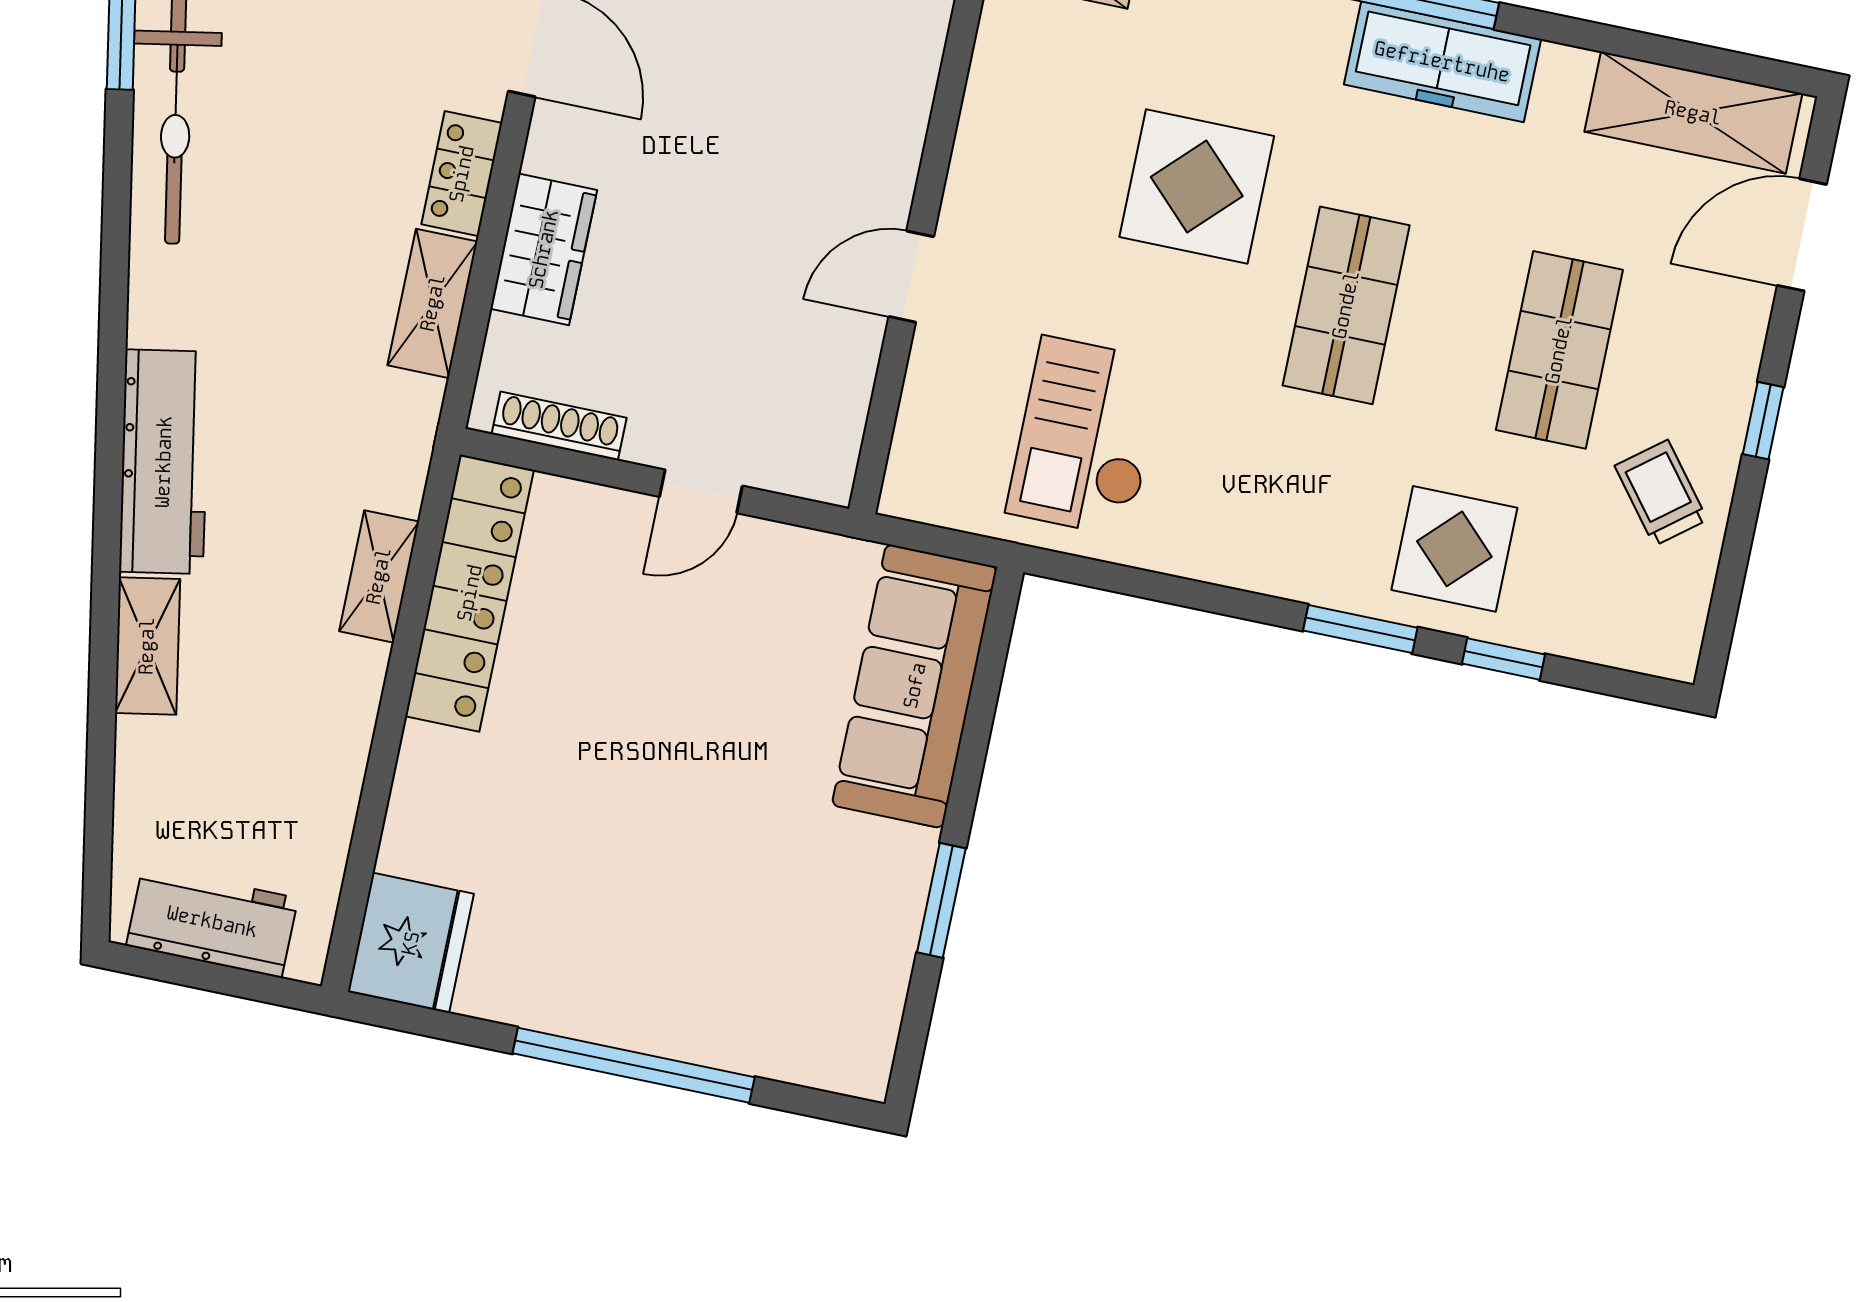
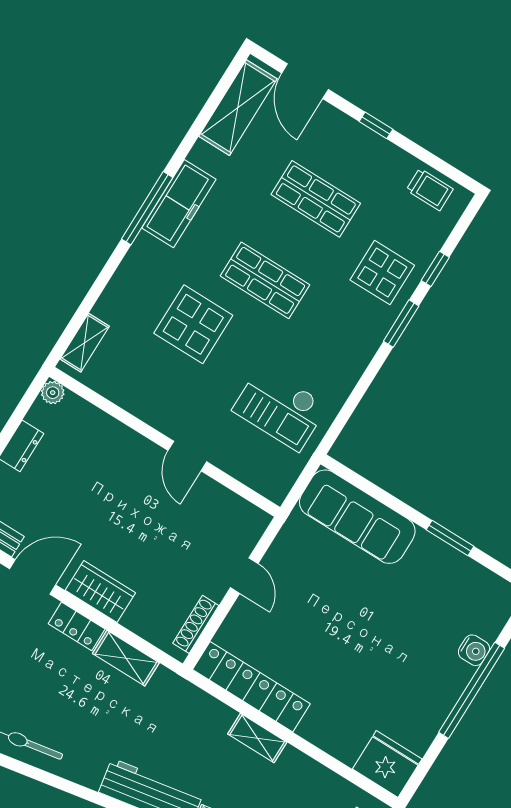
wardrobe: (544, 249) -> (100, 591), moved
trolley: (1661, 493) -> (430, 189), moved, turned -142
shelving: (379, 576) -> (257, 738), moved
water cooler: (721, 1039) -> (474, 650), added

